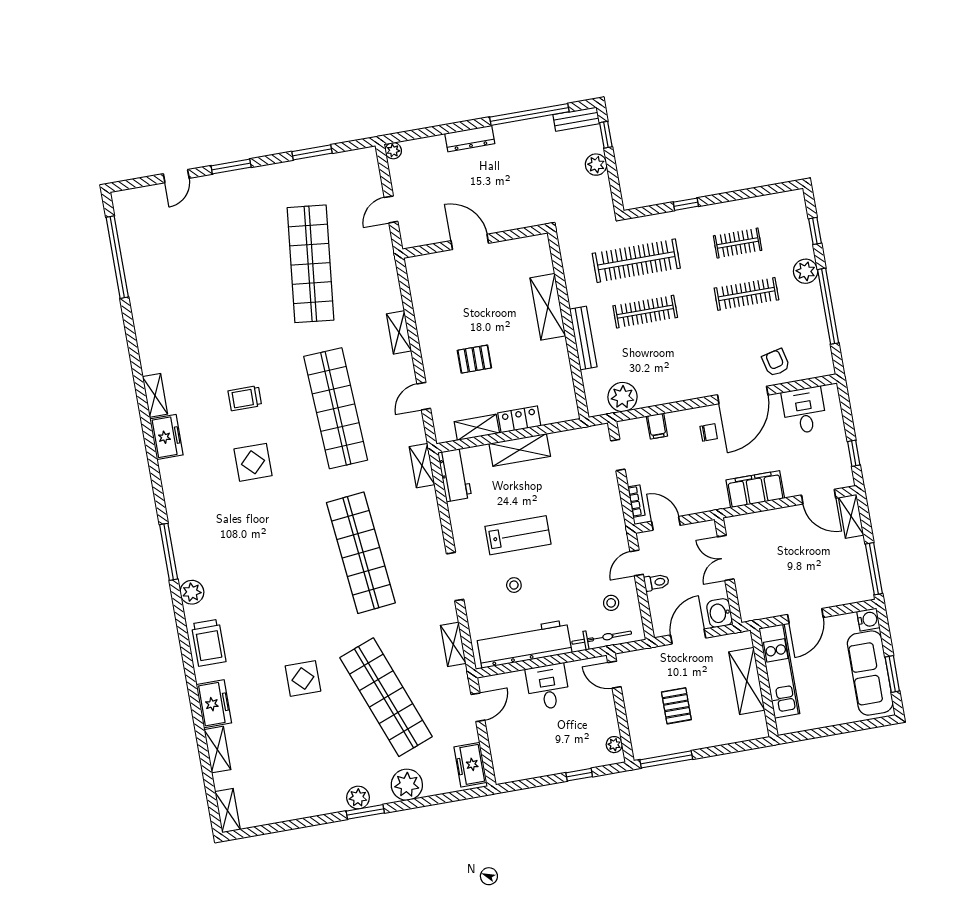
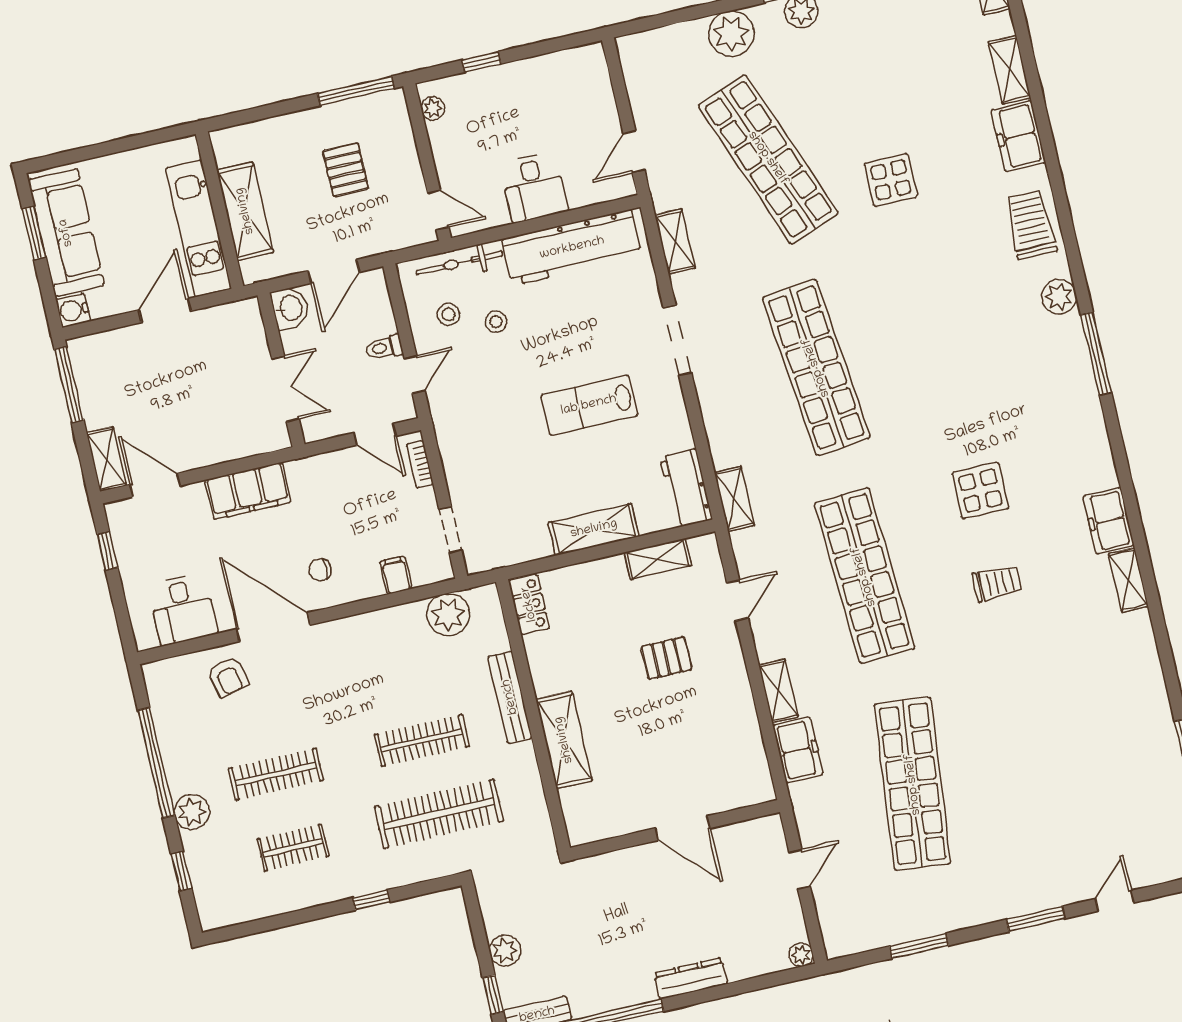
door: (743, 395) -> (273, 627), hinge flipped
locker: (519, 419) -> (529, 604), moved, turned -90
stool: (514, 585) -> (496, 322), moved
freezer: (470, 765) -> (798, 750), moved

